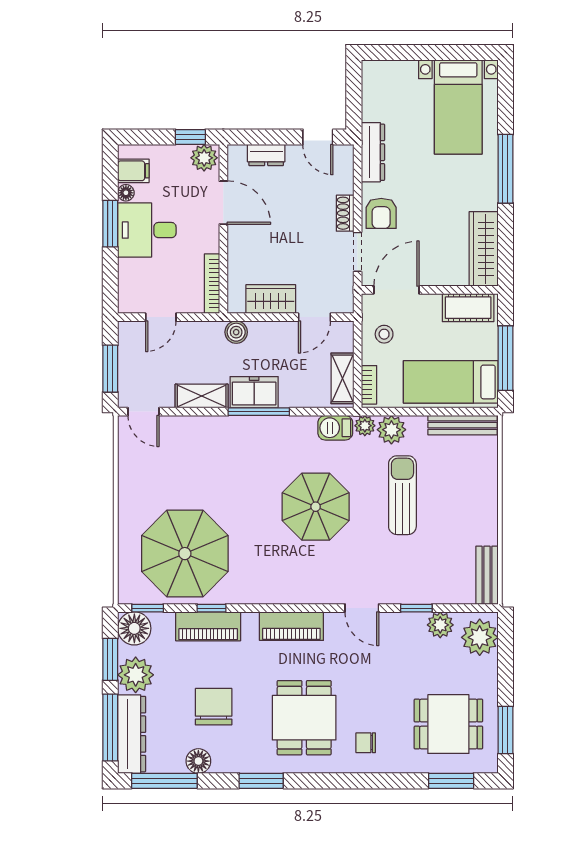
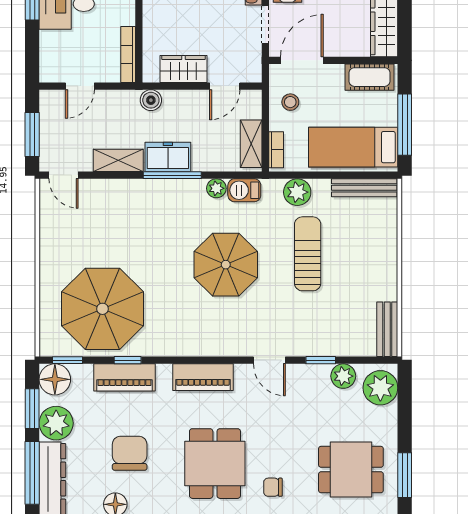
plant: (365, 426) -> (216, 188), moved

